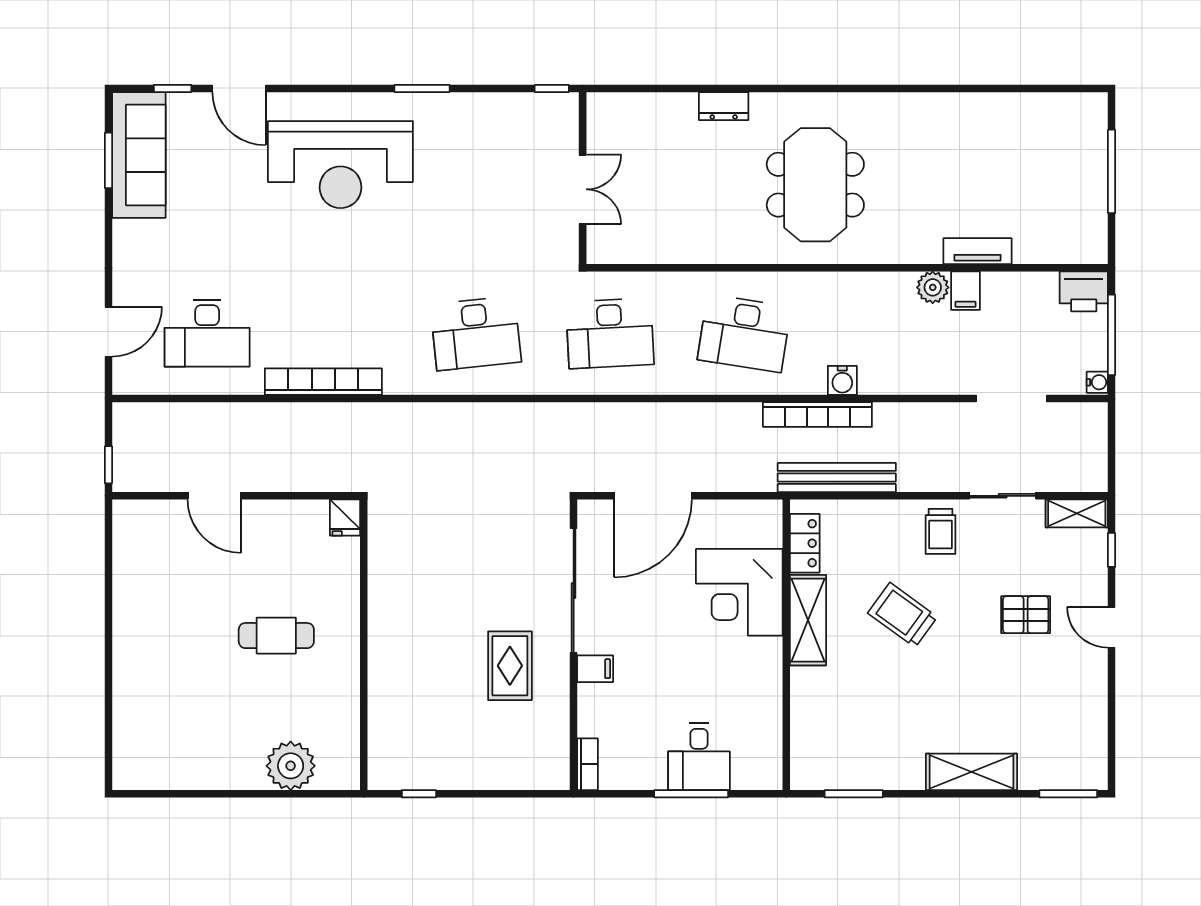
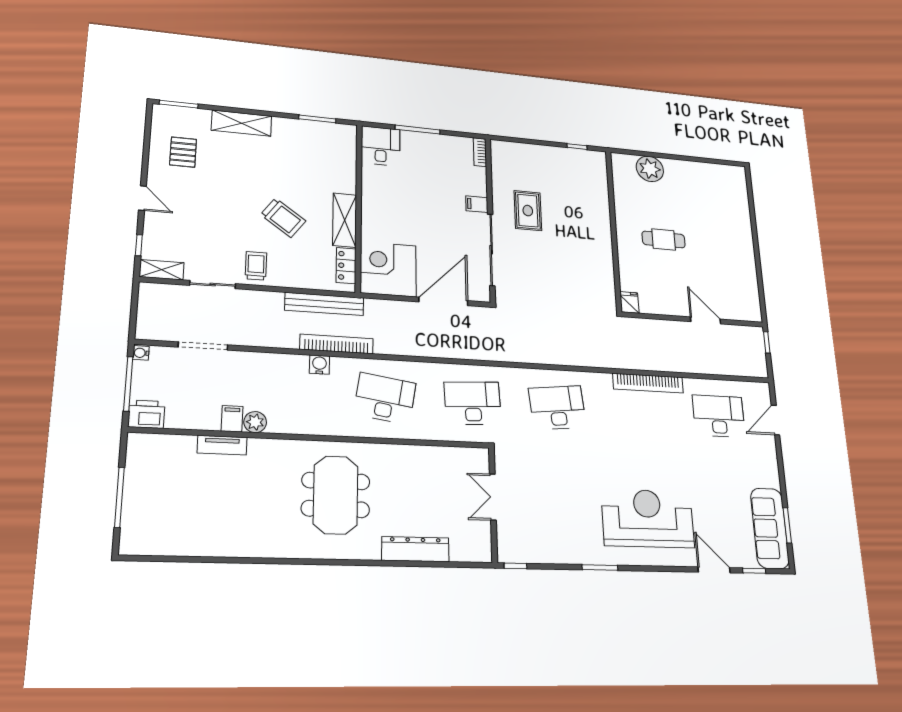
dresser: (724, 106) -> (415, 549), width x1.96, depth x1.24
corner desk: (739, 592) -> (388, 269), moved, turned -90
pallet: (1026, 615) -> (183, 152), moved, turned 90
desk: (699, 757) -> (381, 146), moved

